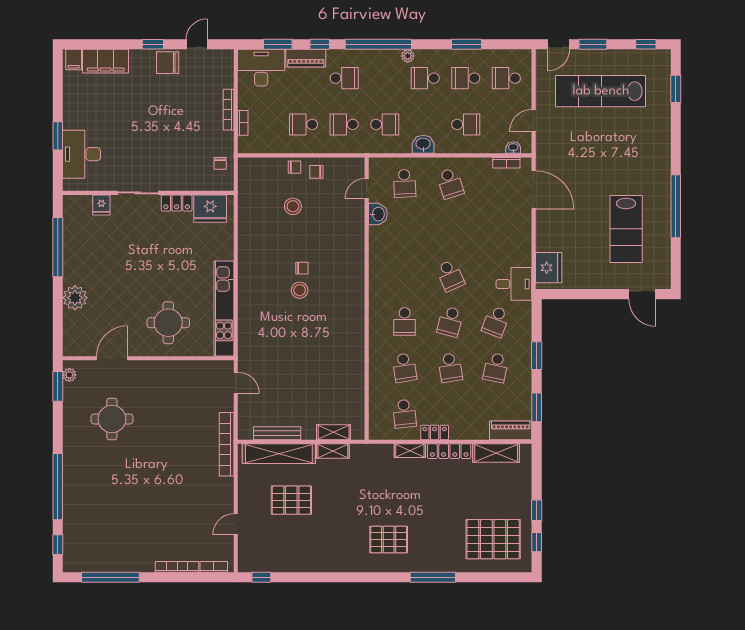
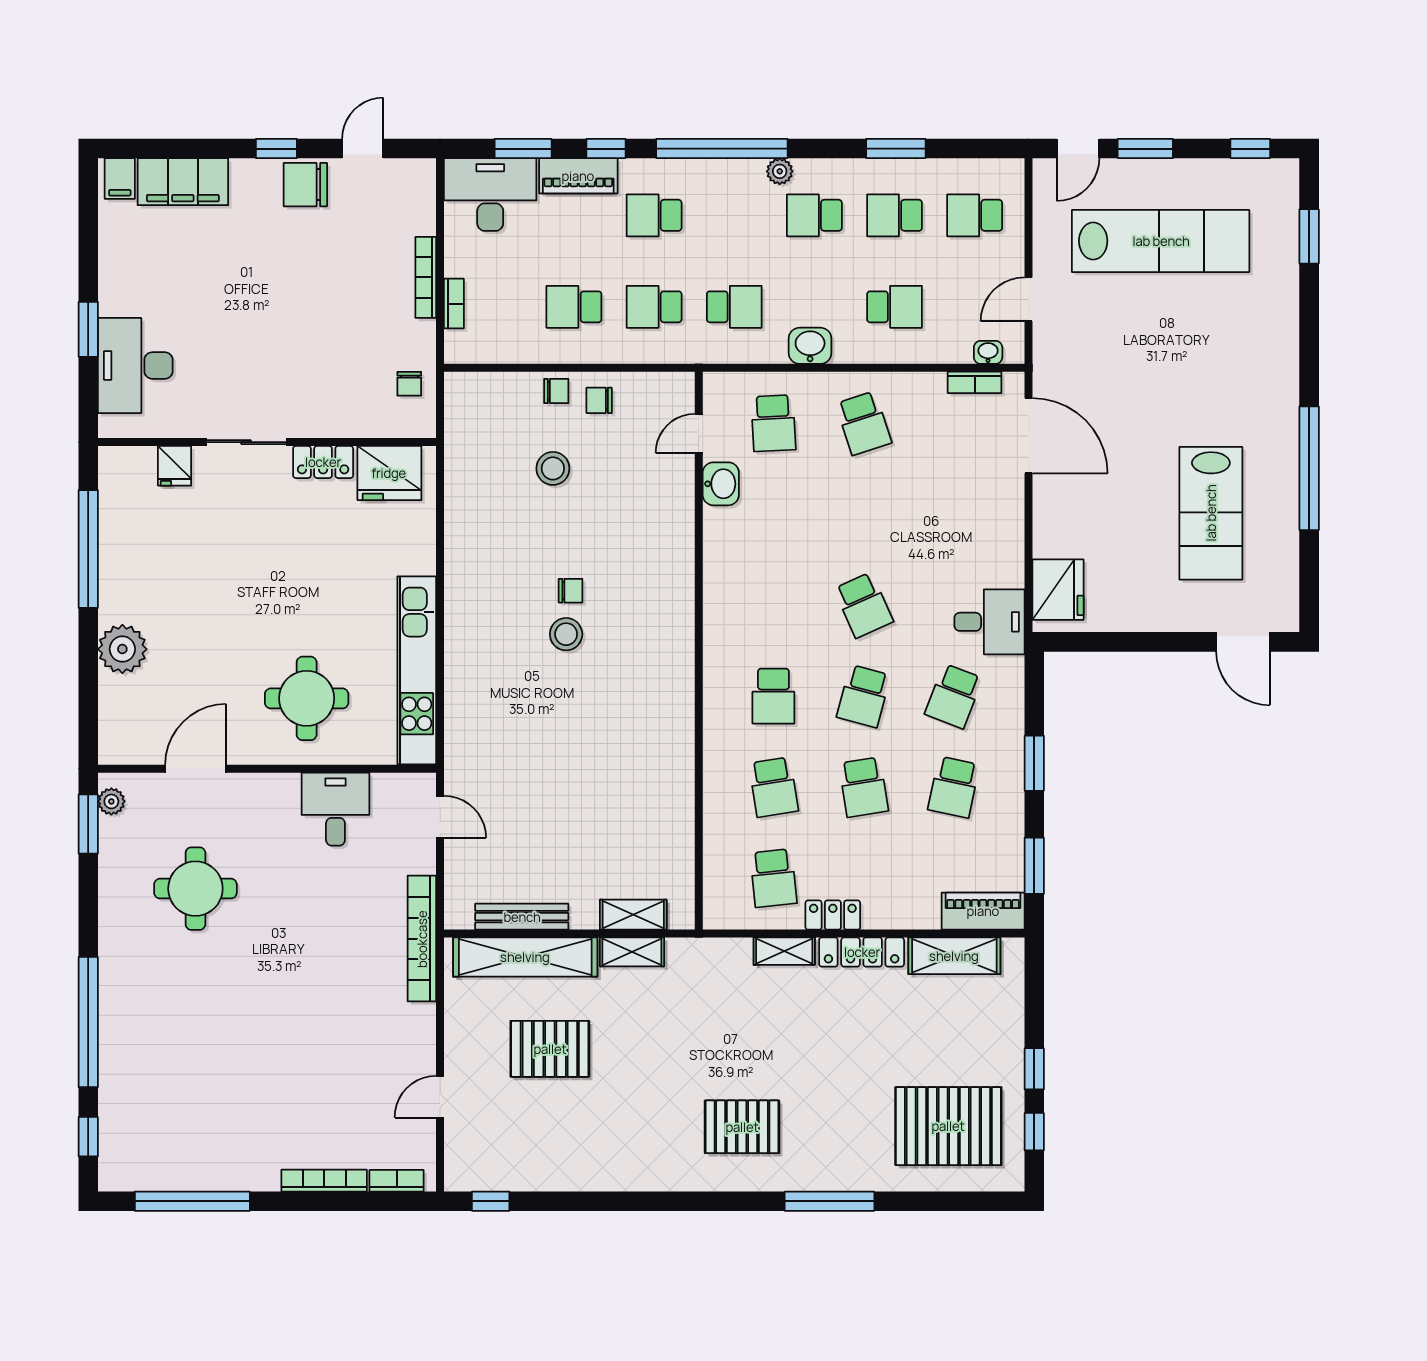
school desk: (344, 78) -> (654, 215), turned 180
lab bench: (601, 91) -> (1161, 241), turned 180
desk: (183, 379) -> (335, 809), added

